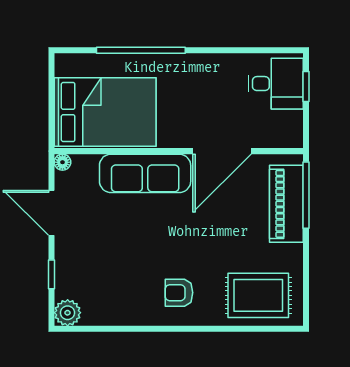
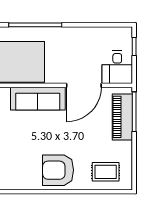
desk: (276, 84) -> (117, 67), moved, turned 90
armchair: (179, 293) -> (58, 170), width x1.88, depth x1.88
rug: (258, 295) -> (106, 172), width x0.73, depth x0.70

